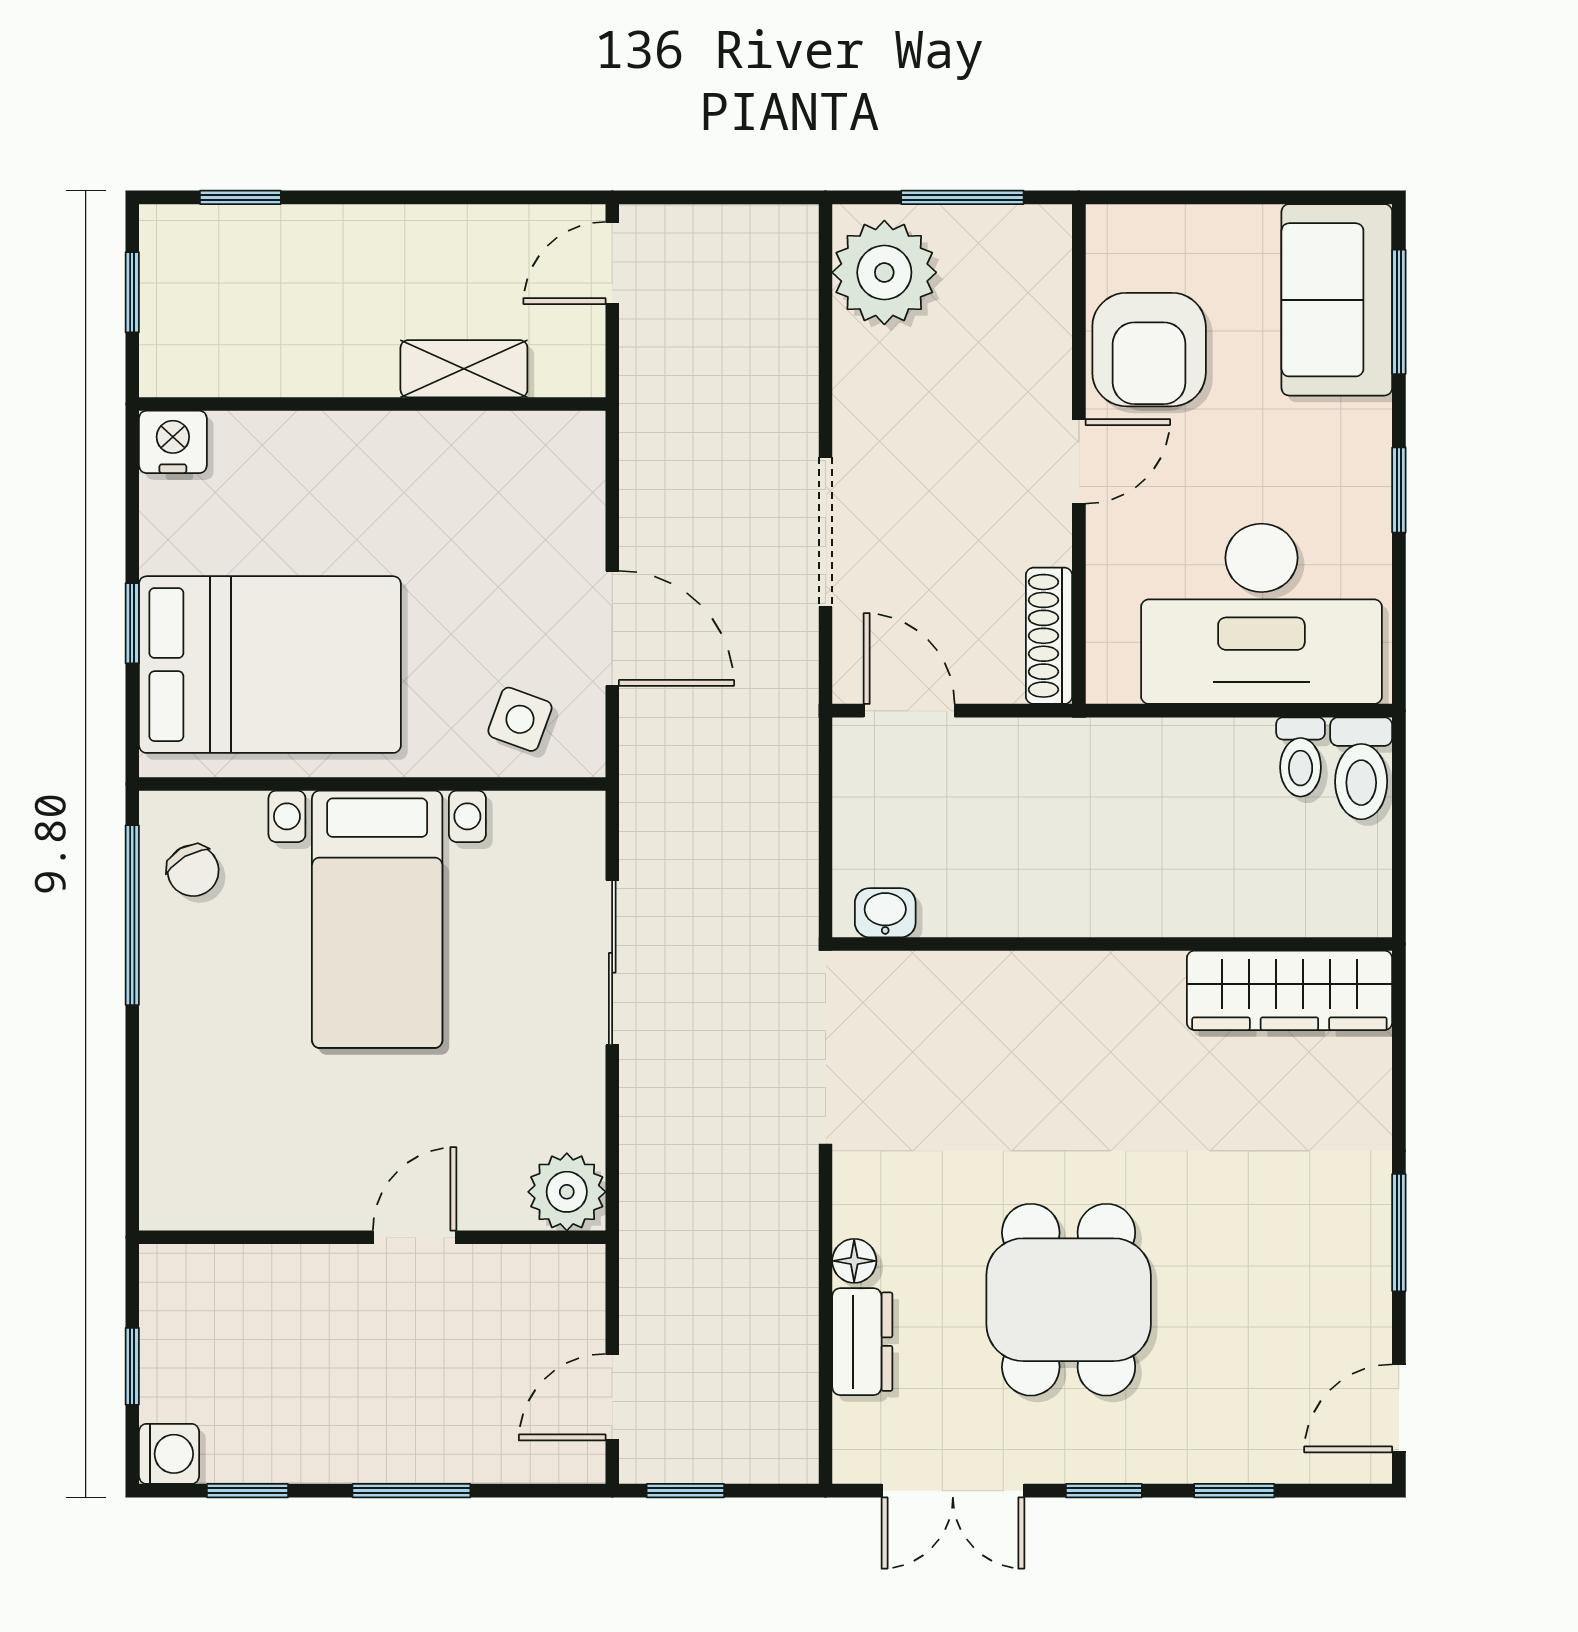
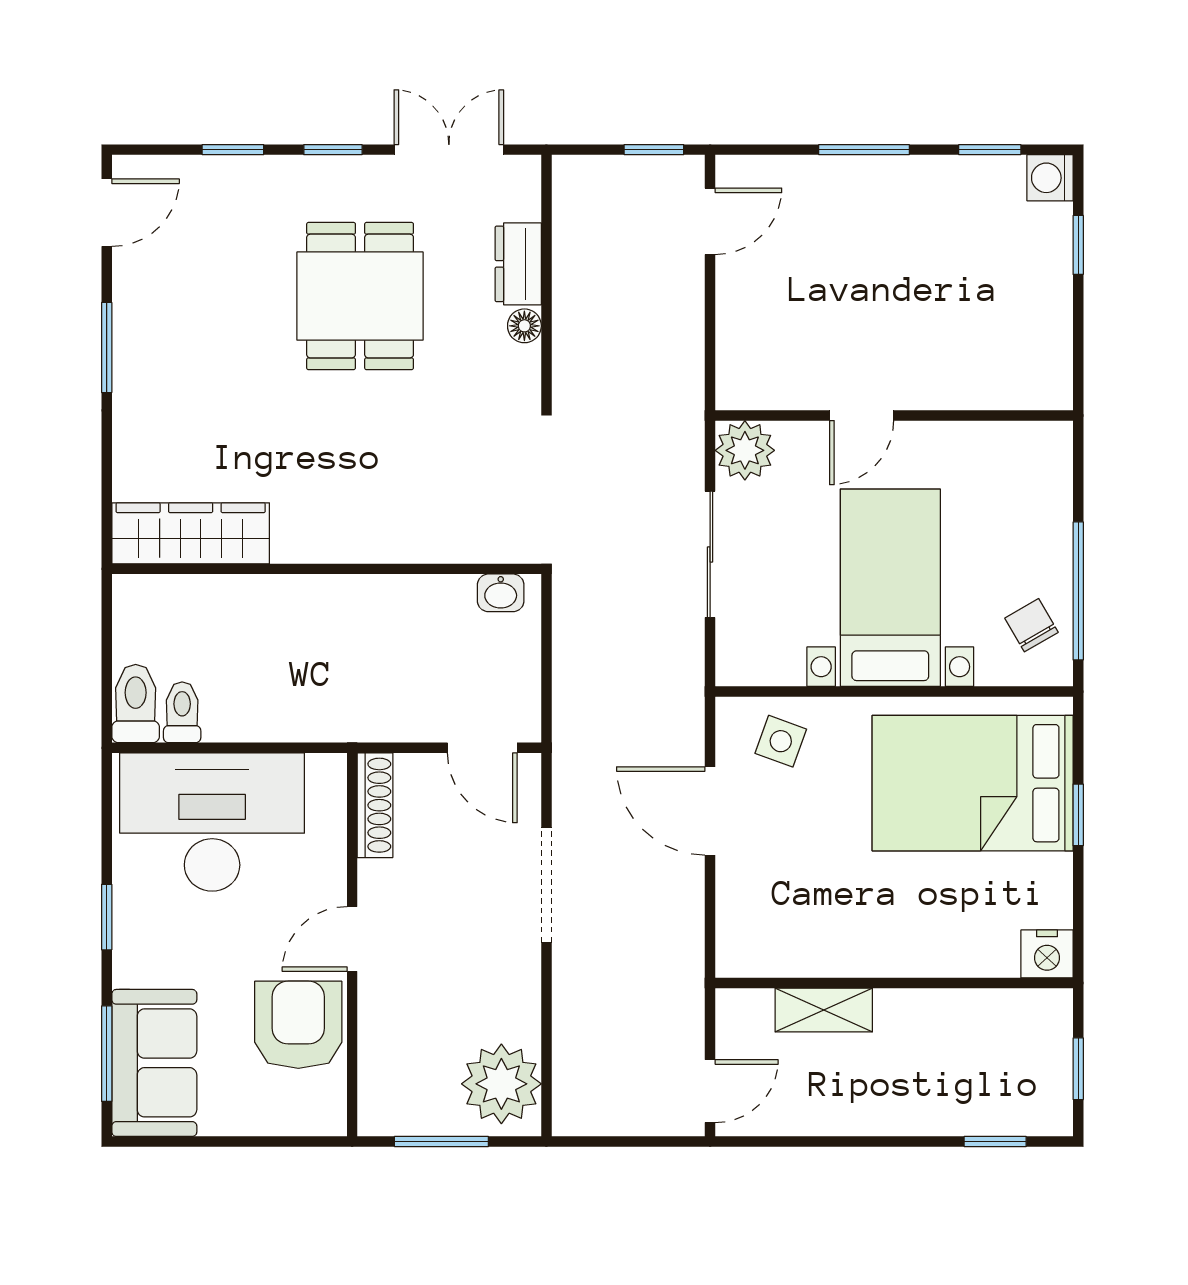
plant: (567, 1192) -> (745, 450), moved
wall: (372, 1237) -> (894, 415), moved
door: (415, 1237) -> (862, 415), moved

